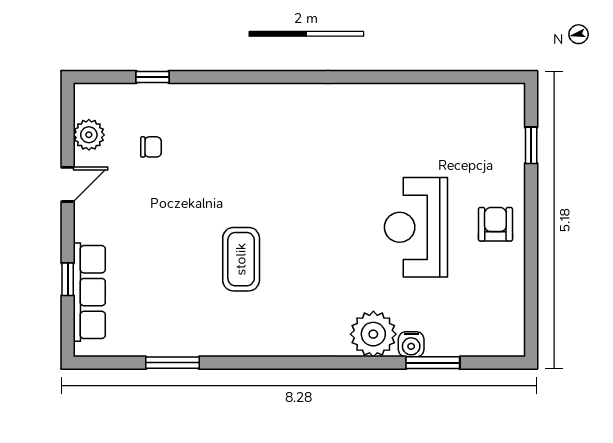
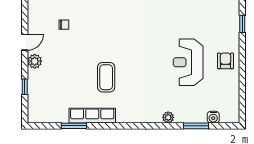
plant: (89, 135) -> (35, 61), moved
row of seats: (89, 292) -> (92, 116), moved, turned -90
plant: (373, 334) -> (168, 117), width x0.53, depth x0.53
water cooler: (411, 344) -> (213, 117), moved

